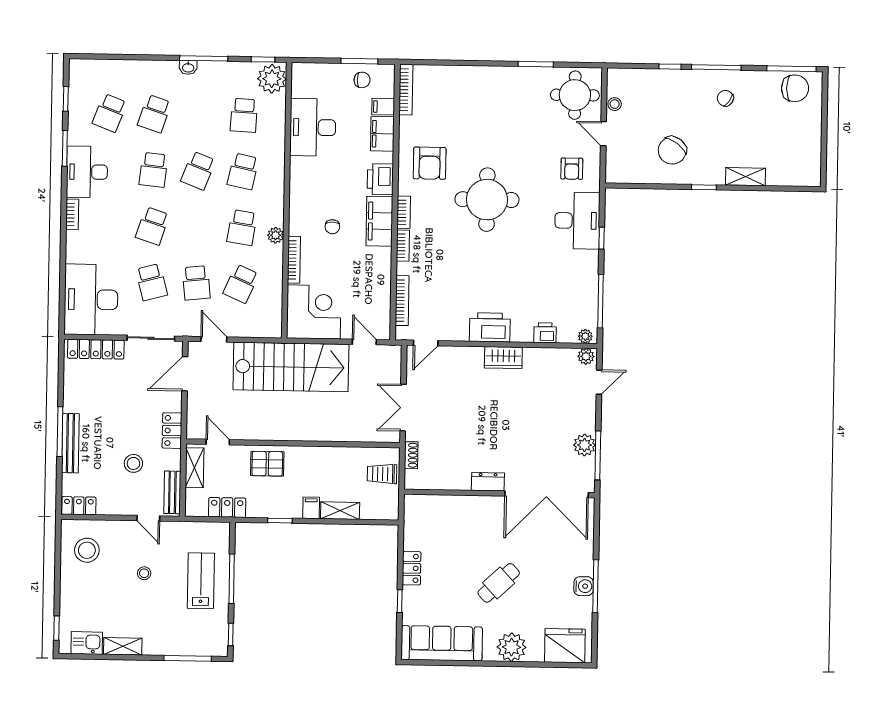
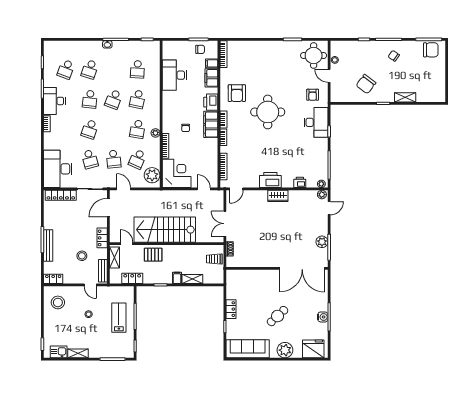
plant: (272, 79) -> (152, 175), moved
stairs: (291, 367) -> (165, 230), moved, turned 180
dresser: (488, 482) -> (271, 262), removed

